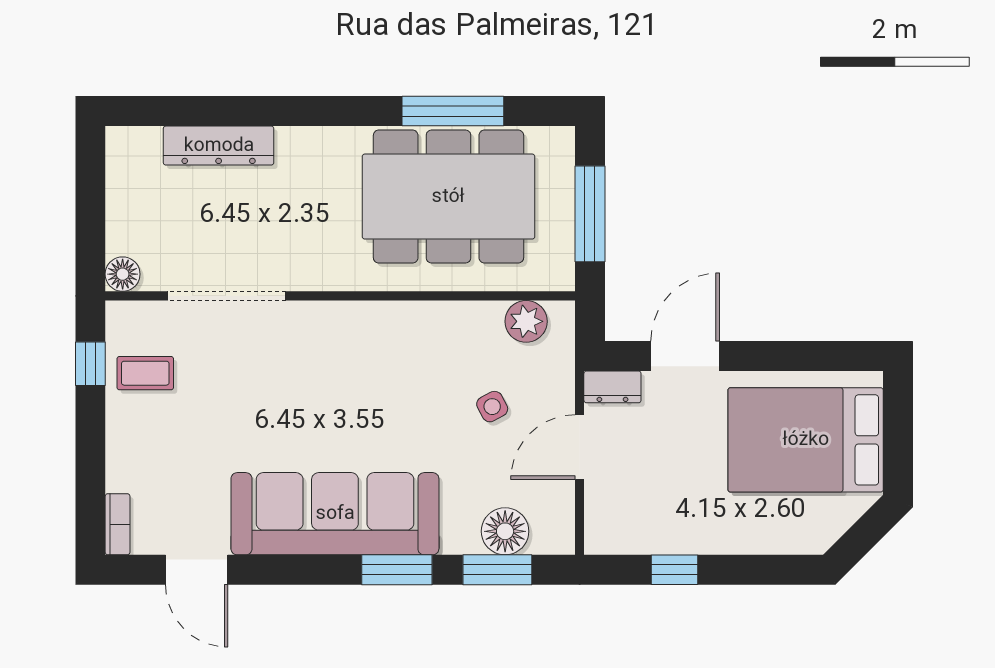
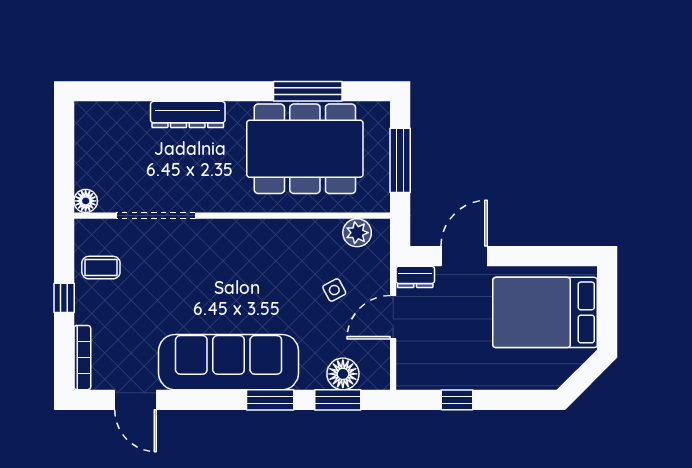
dresser: (219, 146) -> (188, 114), moved
window: (90, 364) -> (64, 298), moved
bookcase: (118, 524) -> (82, 358), width x1.56

